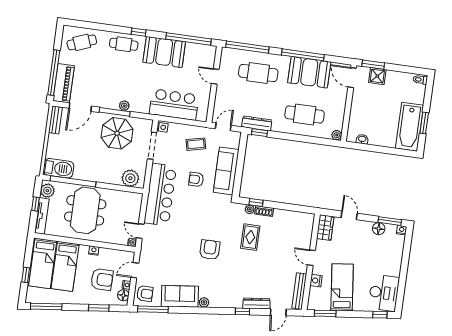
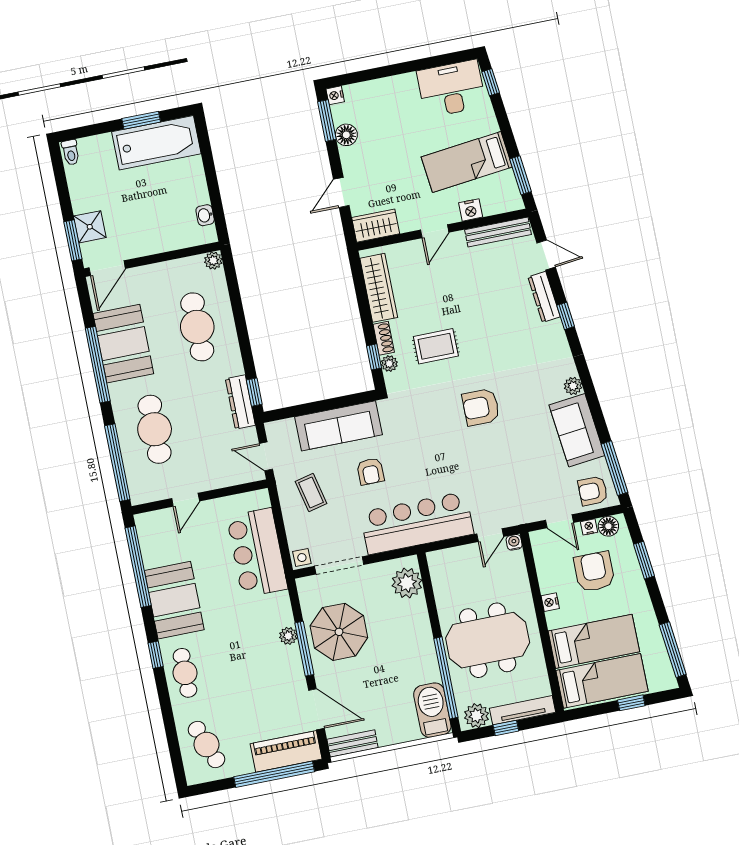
wardrobe: (292, 218) -> (379, 288), added
armchair: (145, 294) -> (593, 491), turned -90

